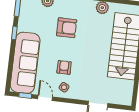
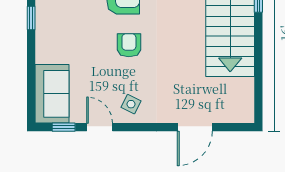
sofa: (25, 63) -> (52, 94), width x0.54, depth x0.79
armchair: (64, 67) -> (129, 45), moved

